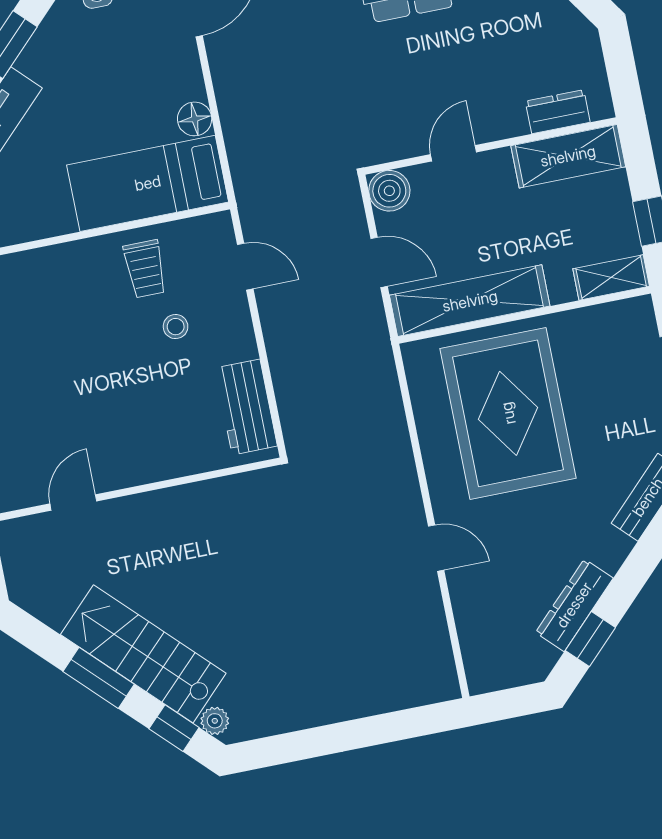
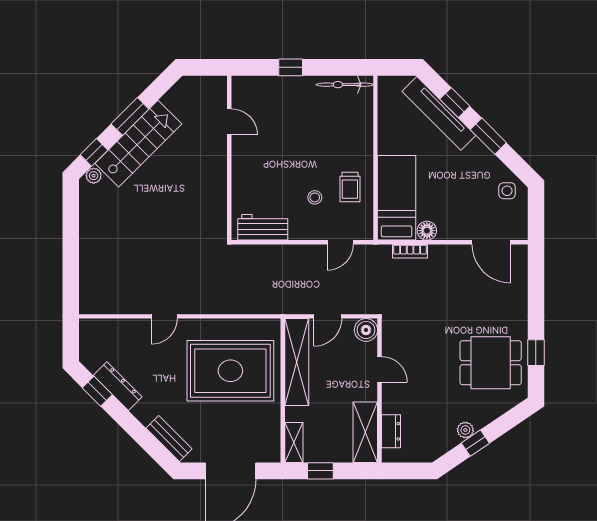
bookcase: (236, 141) -> (410, 251), added
trolley: (145, 269) -> (350, 187), turned -90

